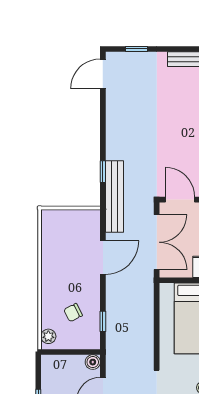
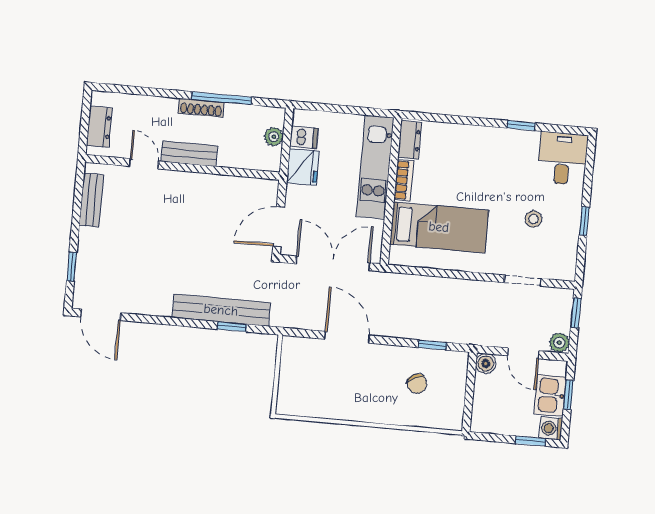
bench: (114, 197) -> (221, 310), moved
plant: (48, 336) -> (446, 420), removed

